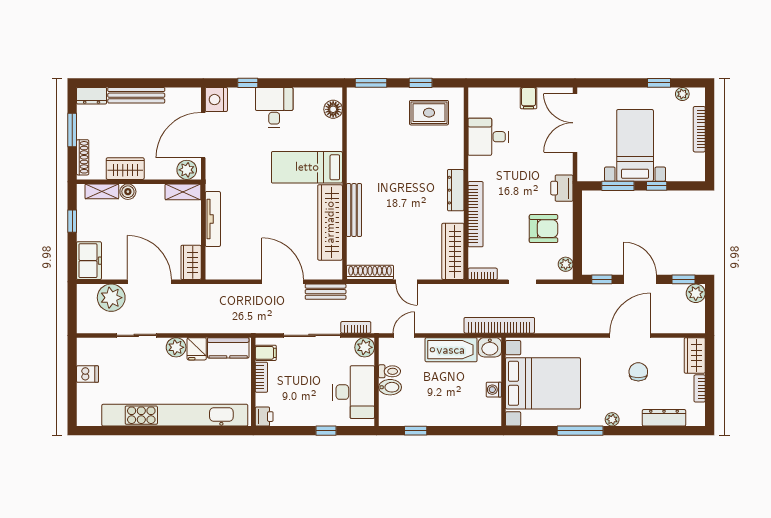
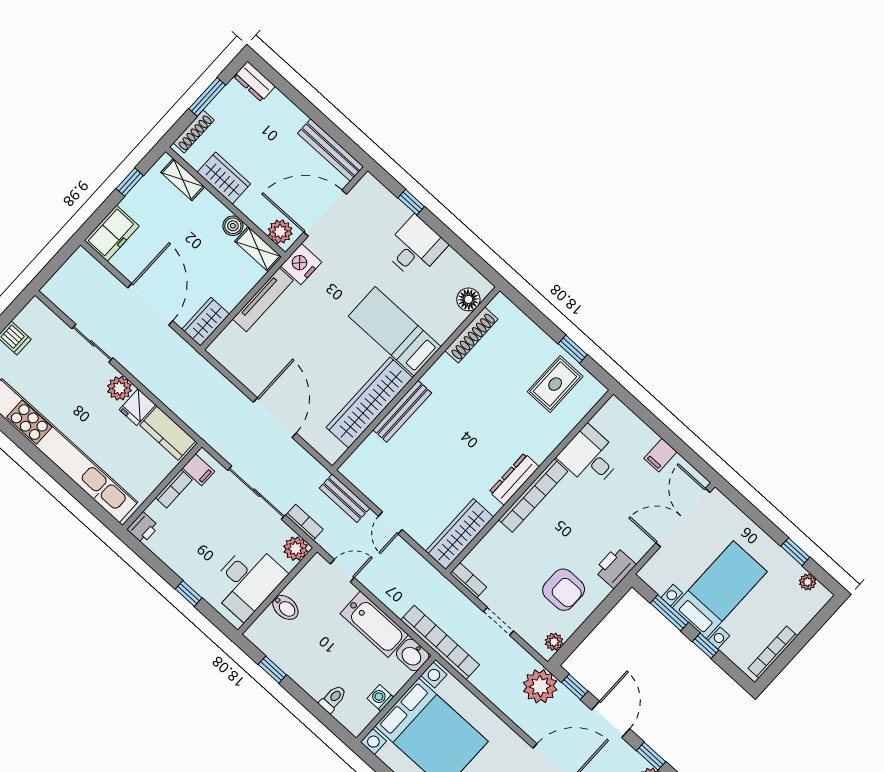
window: (371, 83) -> (526, 307), removed
bench: (136, 95) -> (331, 150), moved
nightstand: (216, 100) -> (301, 264), moved
rug: (429, 113) -> (555, 384), turned 90
bookcase: (699, 129) -> (773, 652), moved
boiler: (128, 192) -> (233, 226), moved
bookcase: (476, 214) -> (533, 496), moved
shoe rack: (370, 272) -> (471, 335), moved, turned 90
bench: (326, 292) -> (345, 498), moved
plant: (111, 298) -> (540, 686), moved
toilet: (390, 371) -> (333, 699), moved, turned -90

